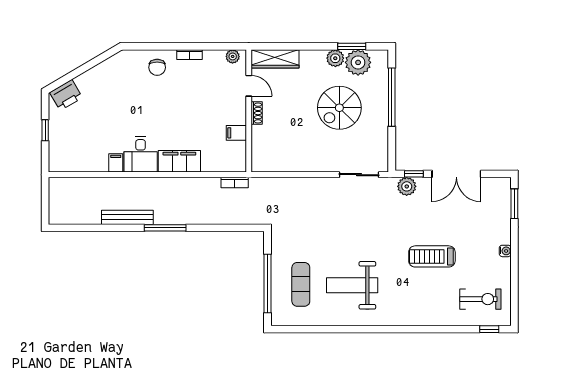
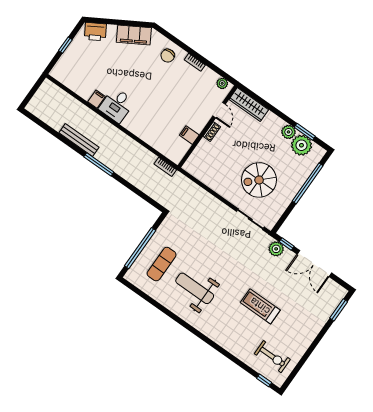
spiral stairs: (339, 108) -> (259, 180), moved
filing cabinet: (179, 161) -> (134, 35), moved, turned 150
water cooler: (505, 251) -> (311, 337), removed

